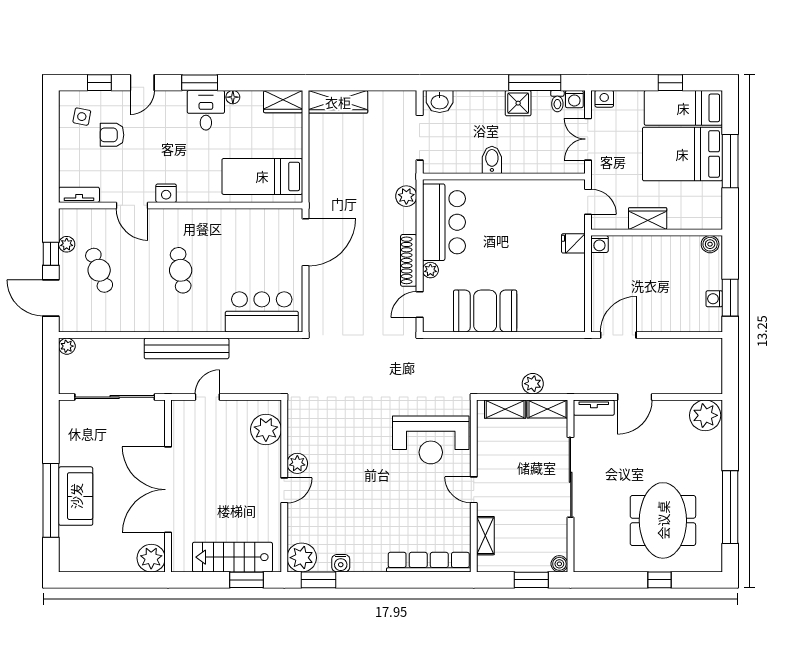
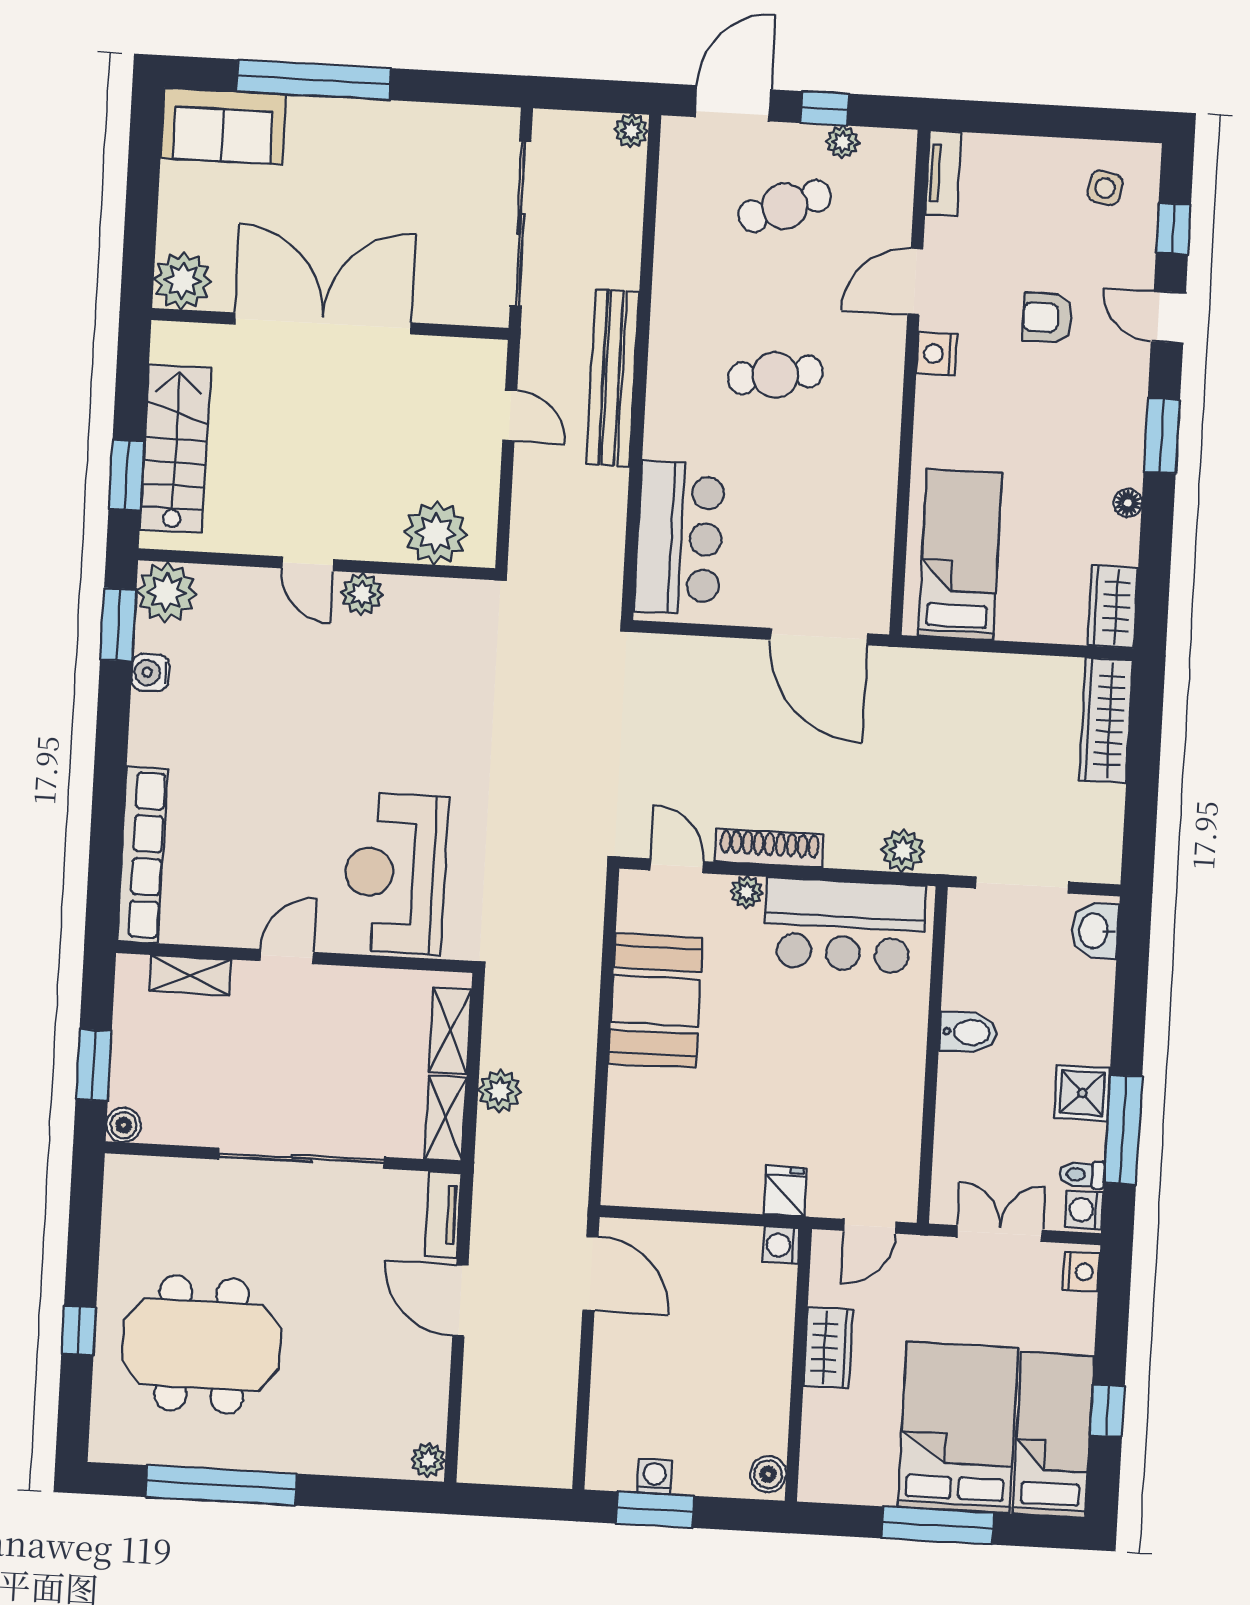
desk: (206, 110) -> (1104, 446), removed
armchair: (112, 135) -> (1048, 318), moved, turned -90
plant: (705, 415) -> (428, 1460), width x0.53, depth x0.53
sofa: (76, 496) -> (223, 126), moved

